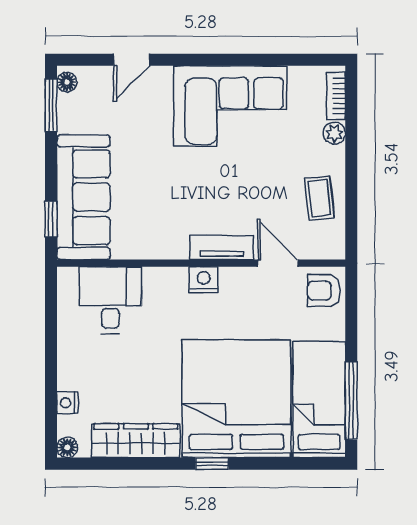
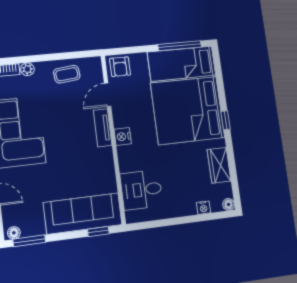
wardrobe: (136, 441) -> (219, 165), width x0.67

